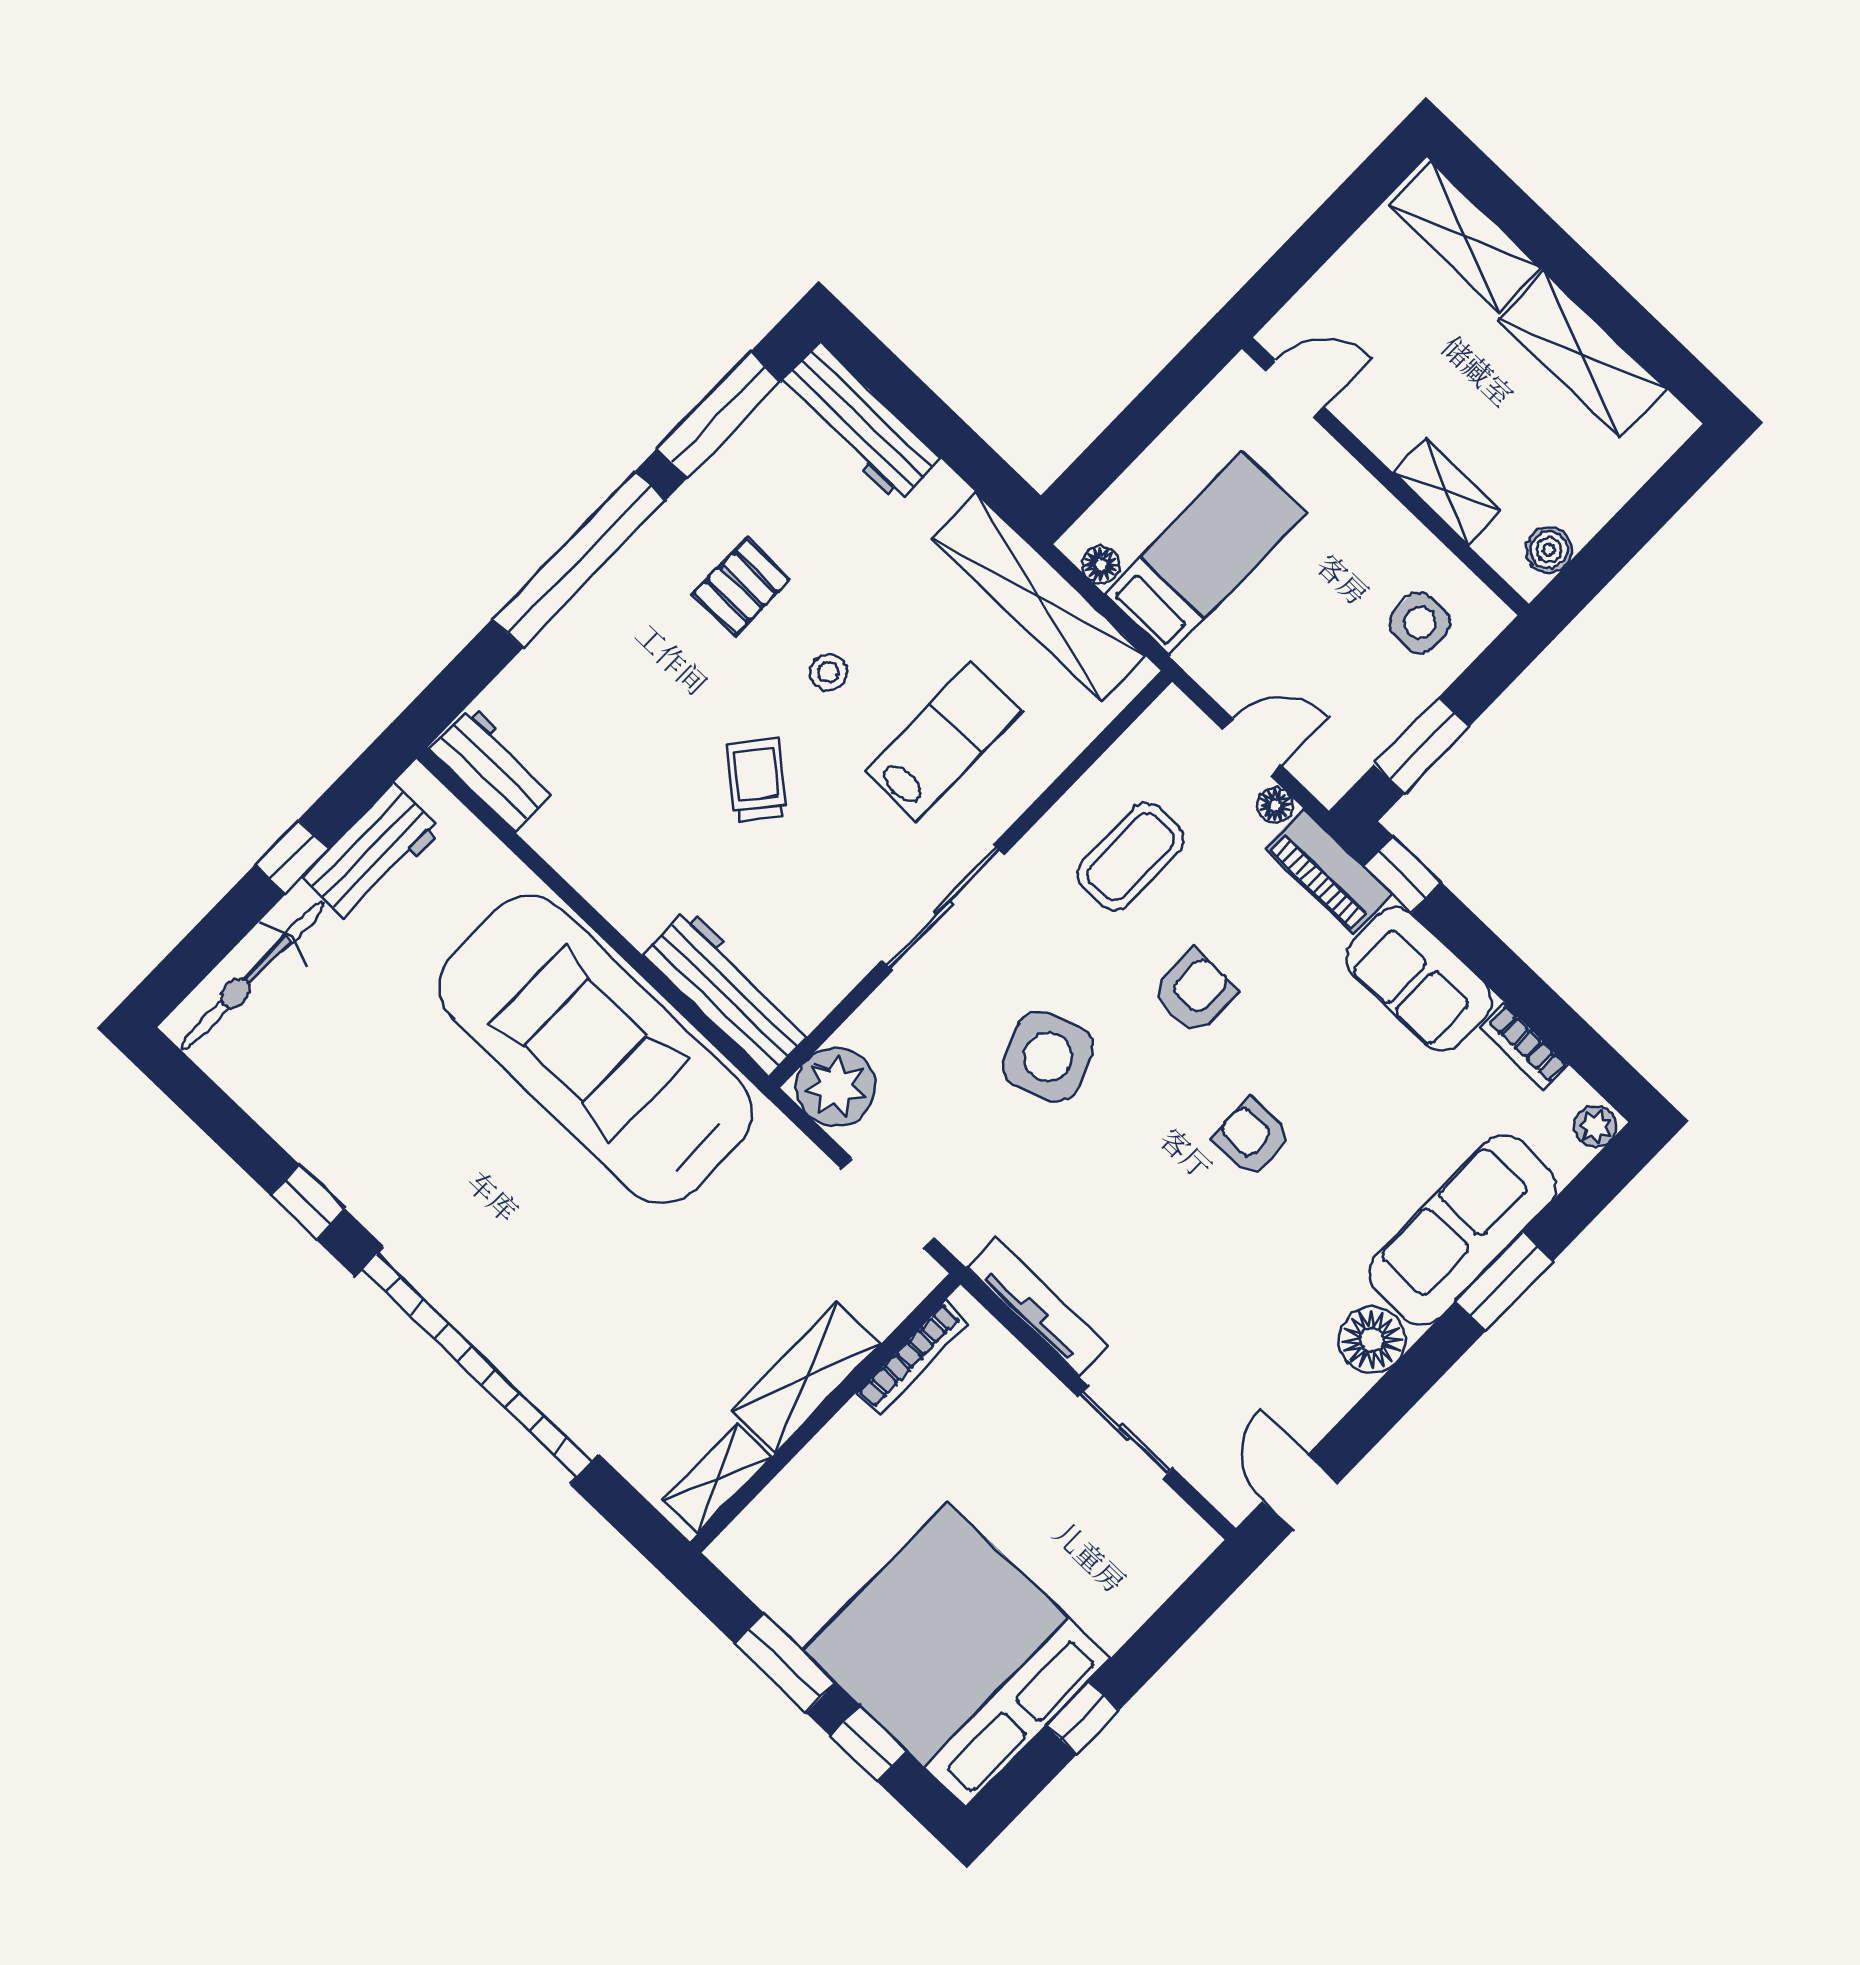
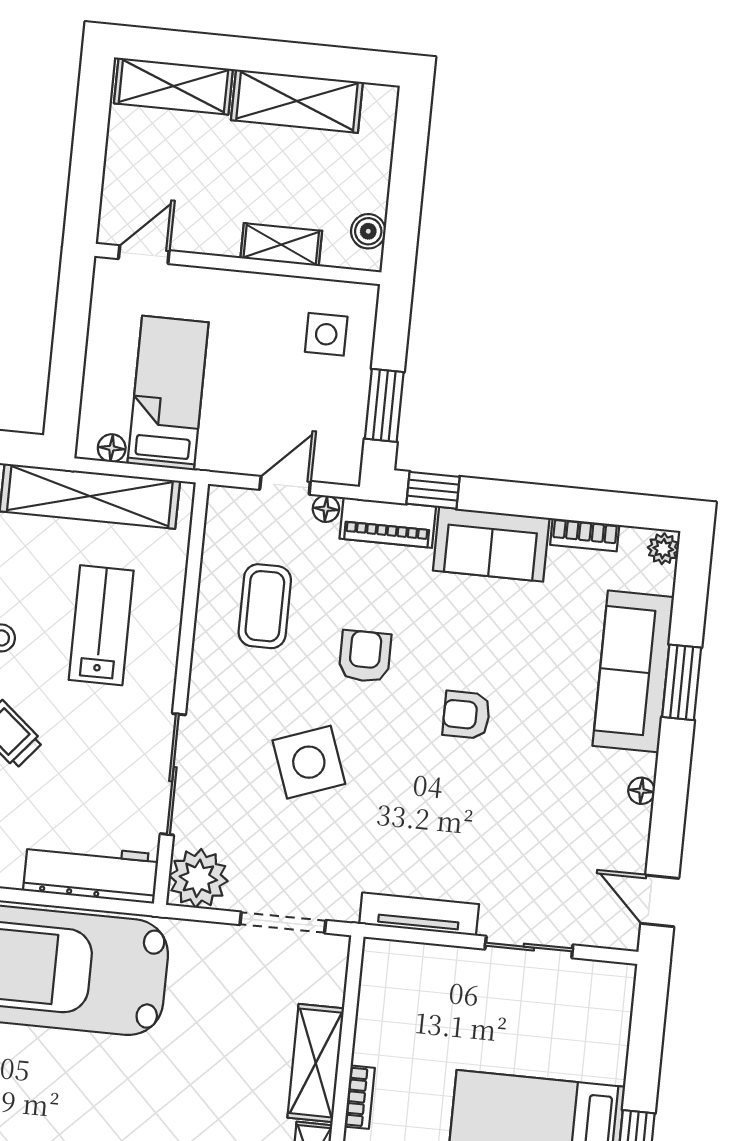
sliding door: (943, 907) -> (173, 774), moved
floor lamp: (1372, 1340) -> (641, 791), width x0.53, depth x0.53
bookcase: (912, 1358) -> (360, 1097), moved, width x0.64

